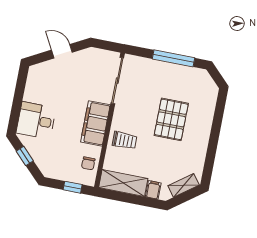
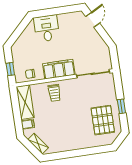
door: (62, 51) -> (93, 20), moved
window: (173, 58) -> (121, 106), width x0.46
pallet: (171, 119) -> (103, 120), moved, turned 90
window: (25, 156) -> (20, 29), removed

